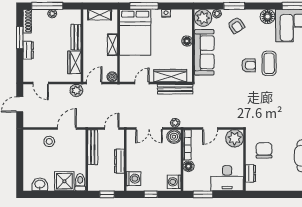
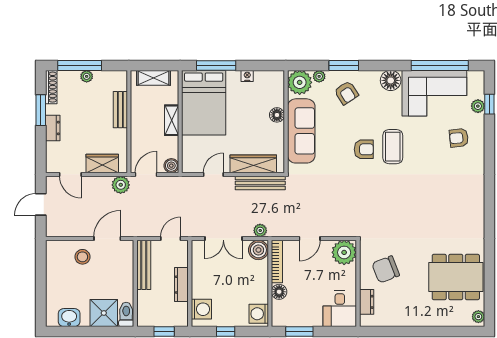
wardrobe: (74, 62) -> (102, 163), moved, turned 90
chair: (264, 150) -> (386, 269), turned -111
desk: (227, 178) -> (340, 309), width x0.73

